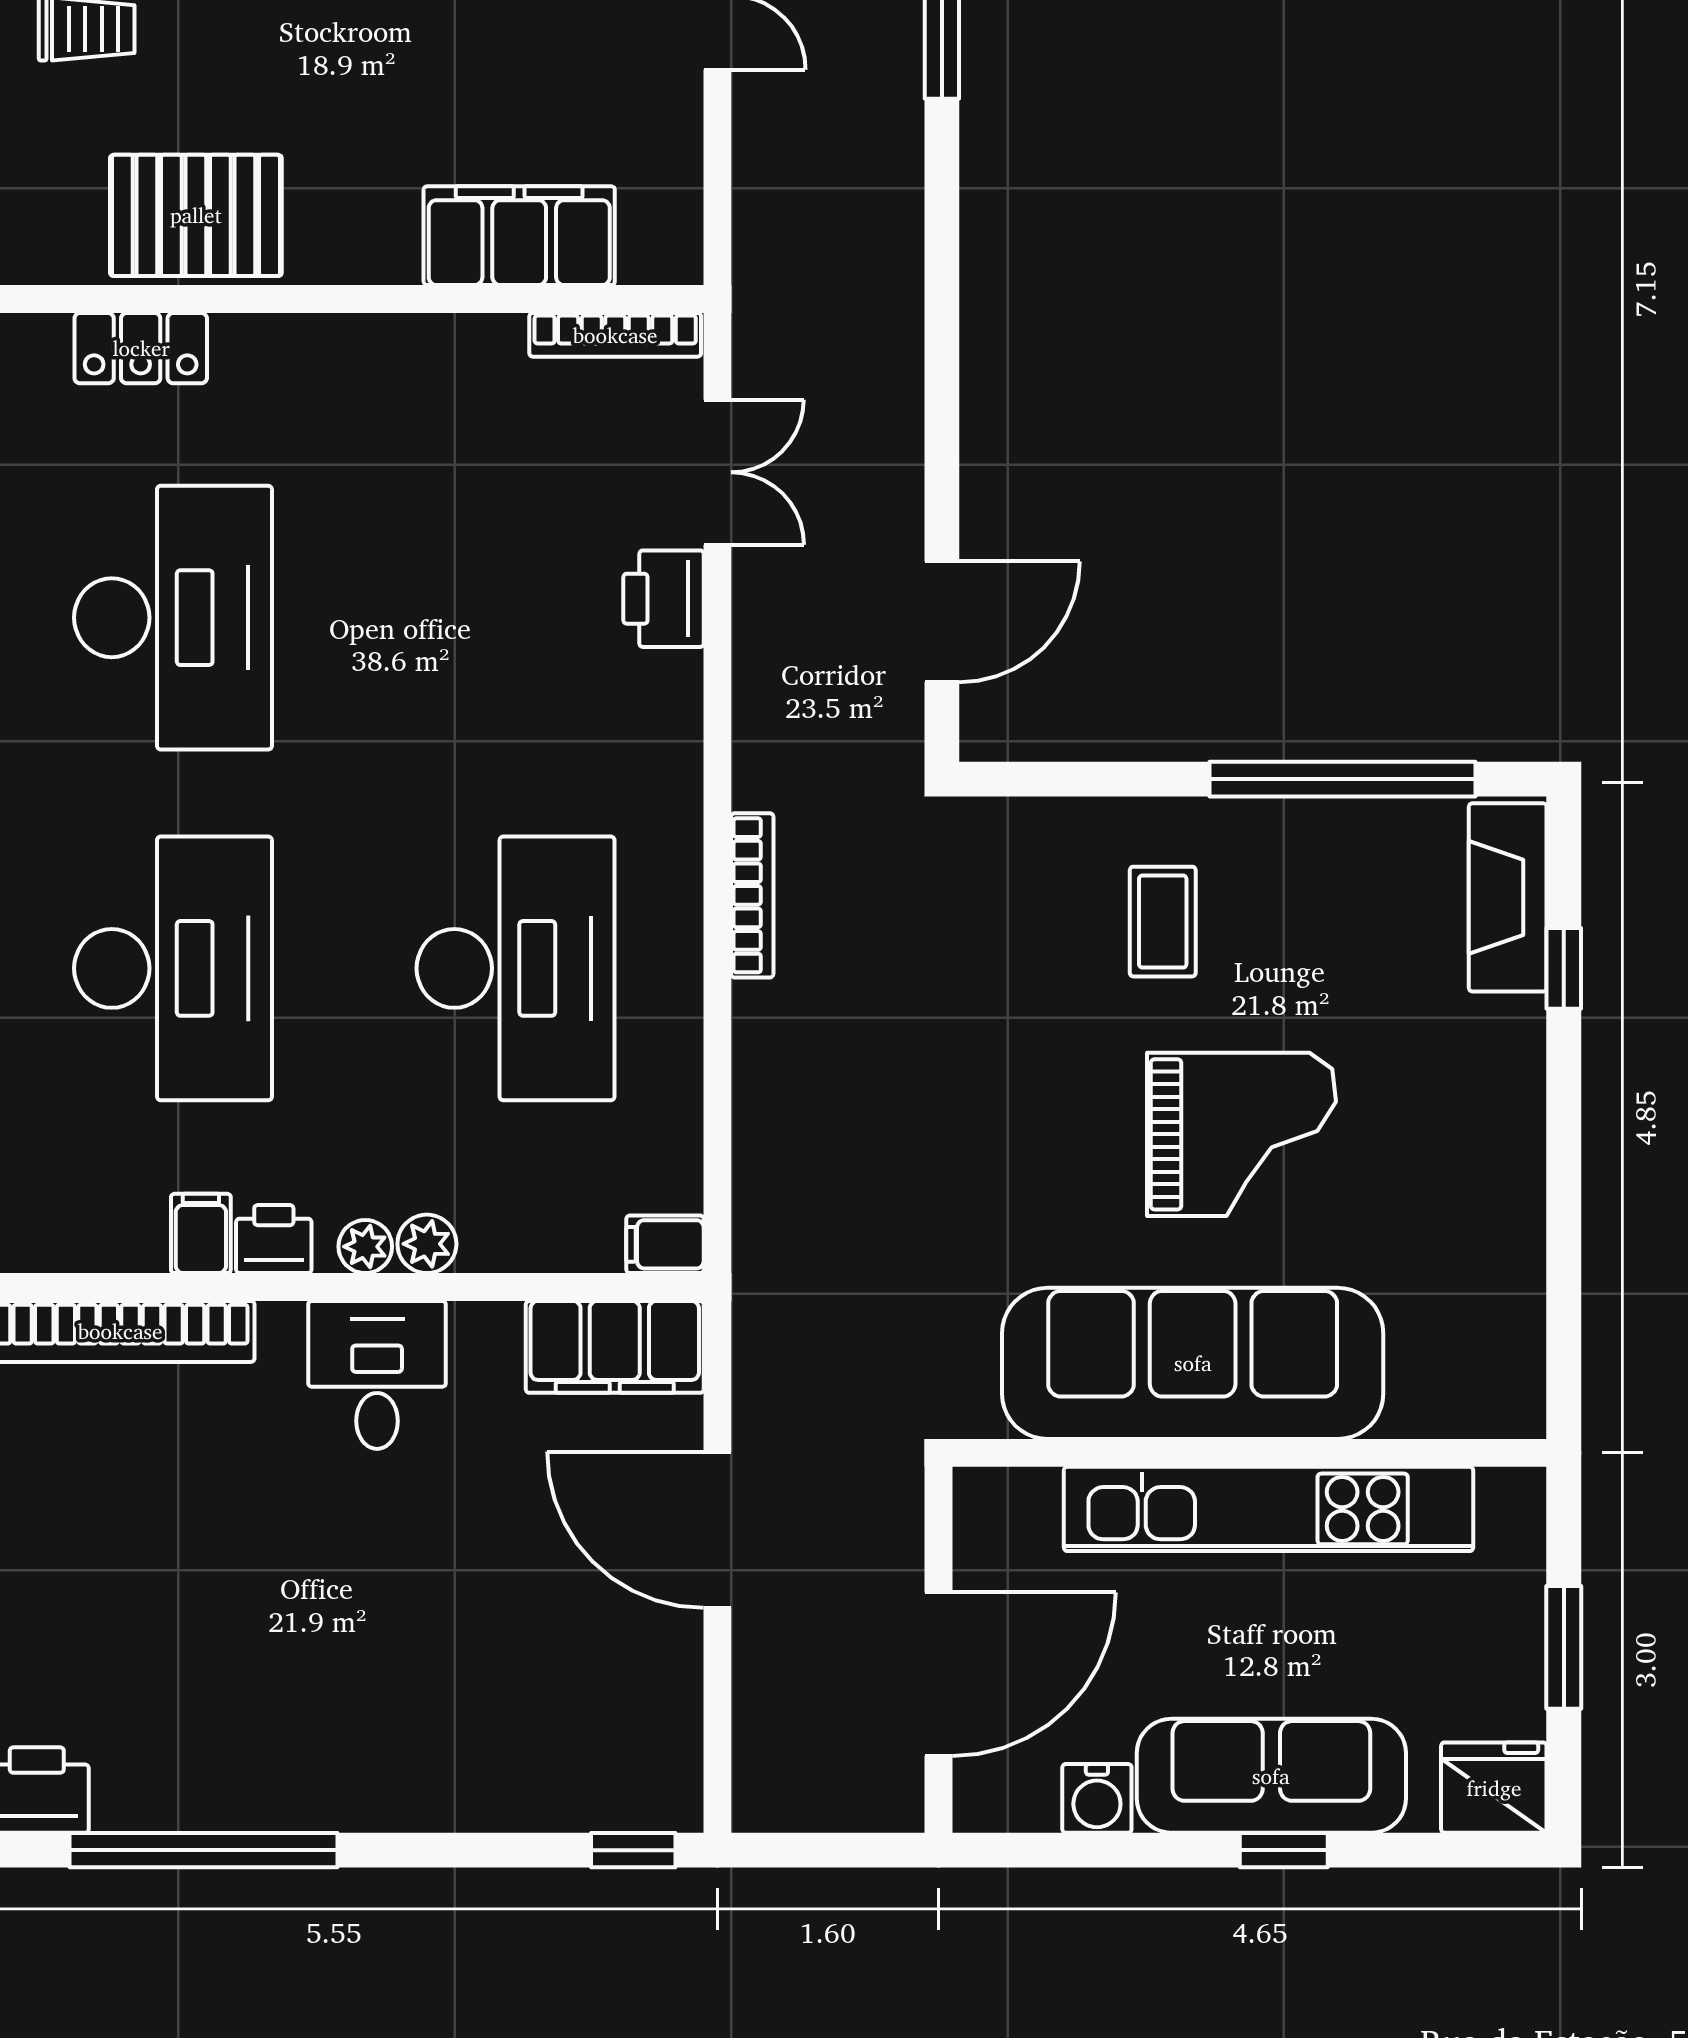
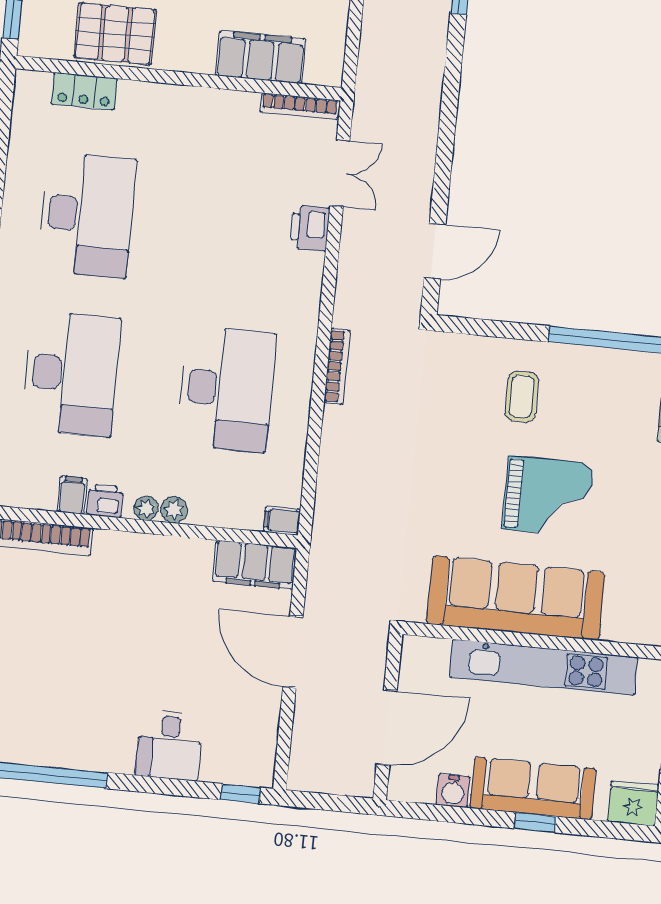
desk: (377, 1375) -> (169, 745), moved, turned 180

